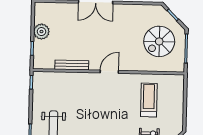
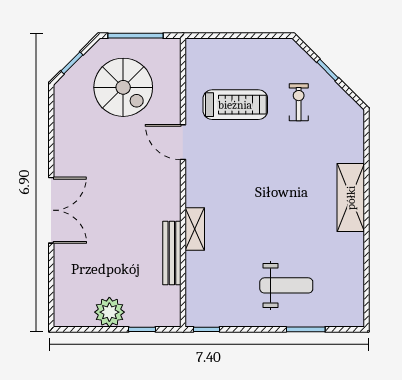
door: (109, 72) -> (183, 142), moved
shelving: (84, 77) -> (195, 229), added
treadmill: (149, 100) -> (235, 105), turned 180

